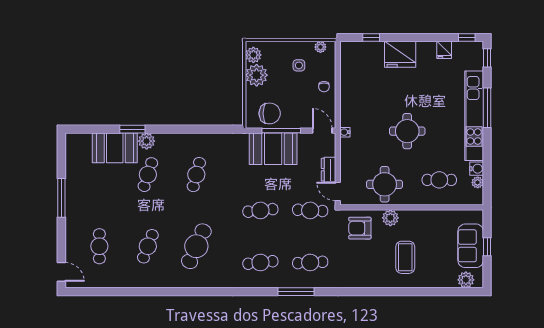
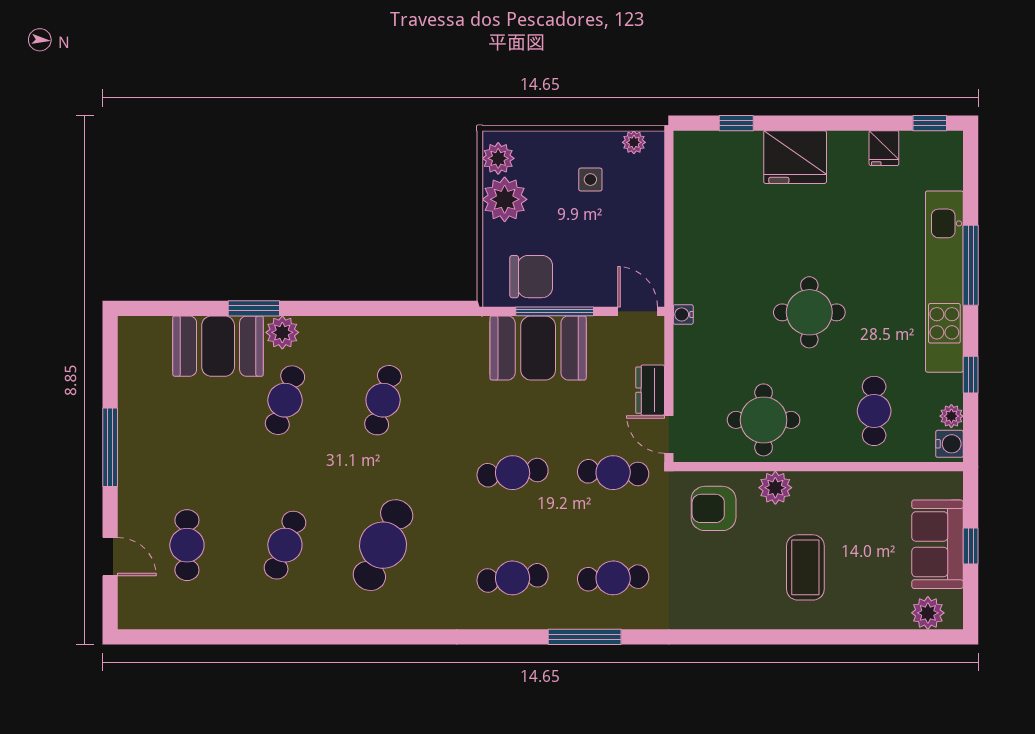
window: (487, 58) -> (971, 375), moved
chair: (324, 87) -> (641, 222), removed
water cooler: (477, 169) -> (949, 444), moved
cafe table: (439, 180) -> (874, 411), turned 90
door: (61, 272) -> (110, 557), moved

